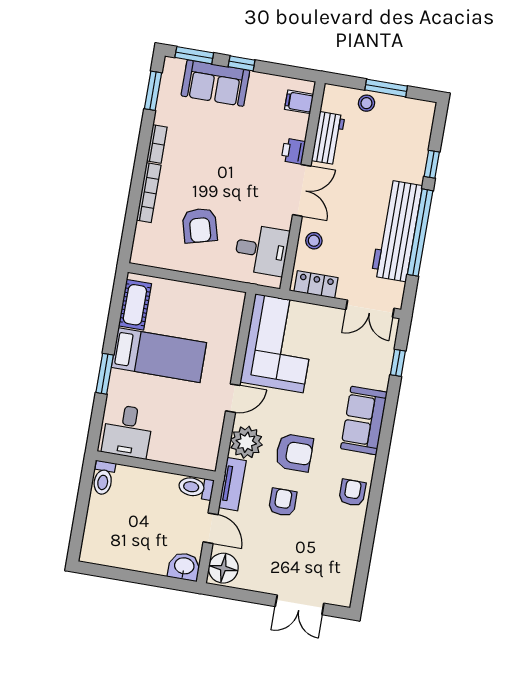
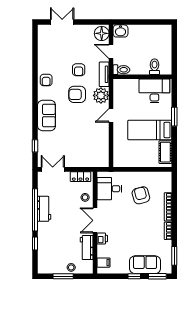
workbench: (397, 231) -> (44, 209), width x0.53, depth x0.76
corner sofa: (279, 343) -> (93, 145), removed
desk: (128, 431) -> (154, 91), width x1.37
toilet: (103, 478) -> (155, 67), moved

